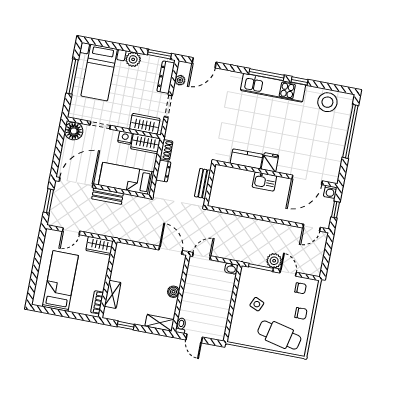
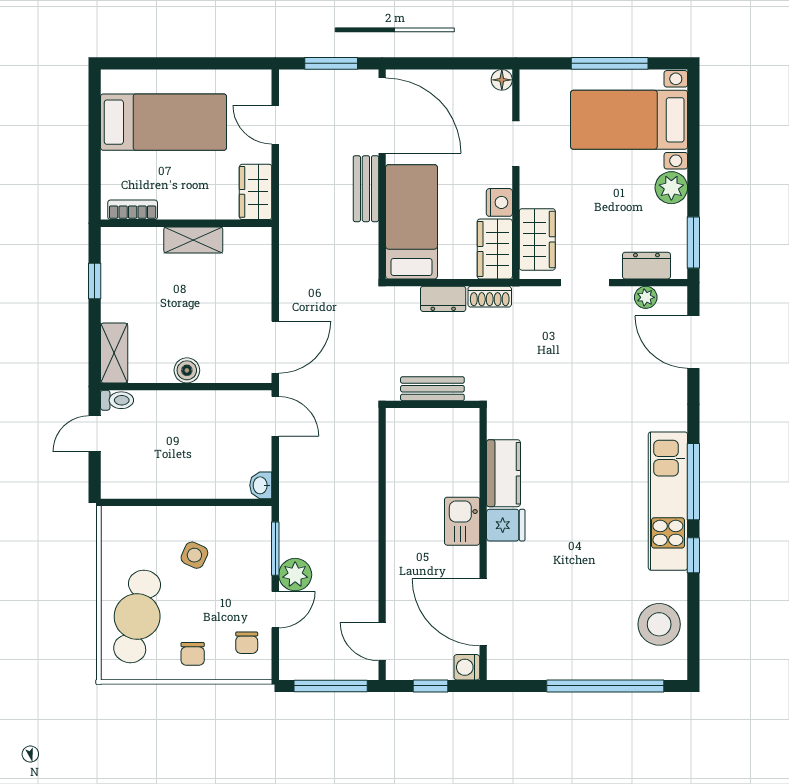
dresser: (166, 77) -> (646, 266), width x0.70
floor lamp: (74, 131) -> (502, 80), width x0.53, depth x0.53
window: (327, 254) -> (331, 686), added
shelving: (113, 294) -> (193, 240), moved

